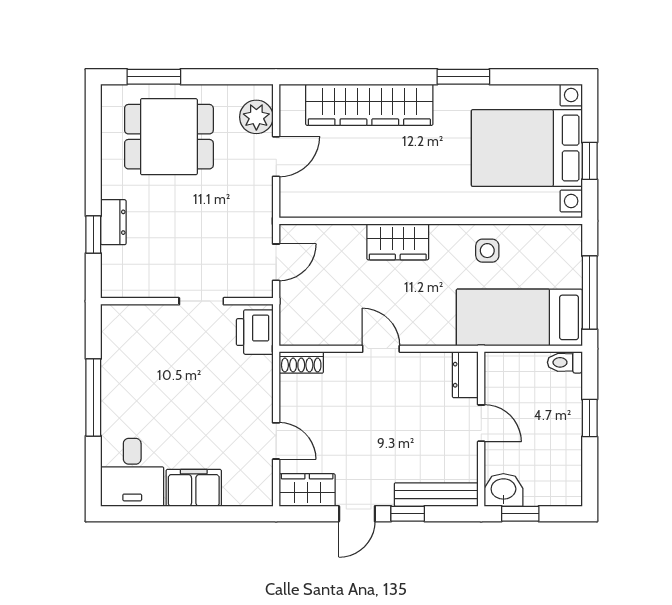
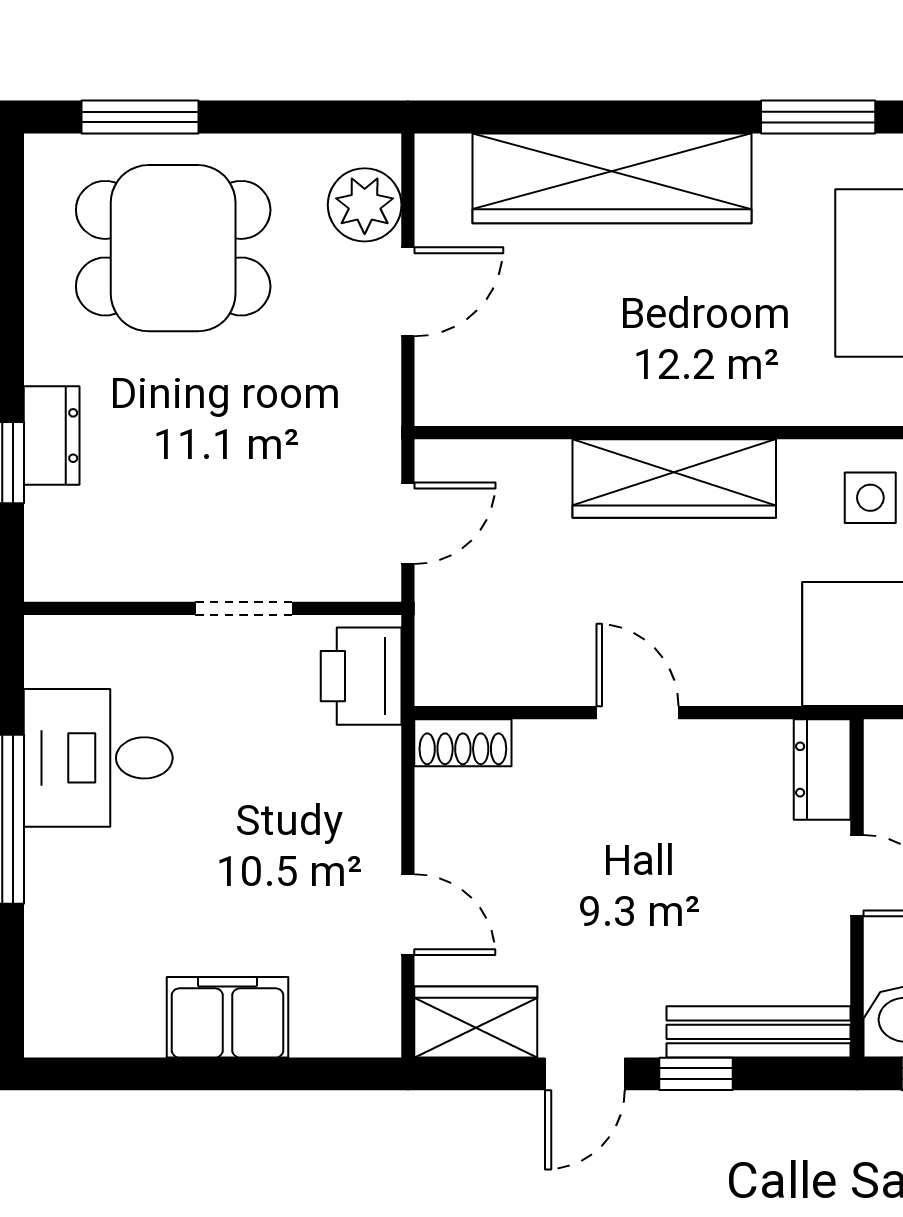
wardrobe: (398, 242) -> (674, 479), width x1.50
desk: (132, 472) -> (98, 758), moved, turned 90

